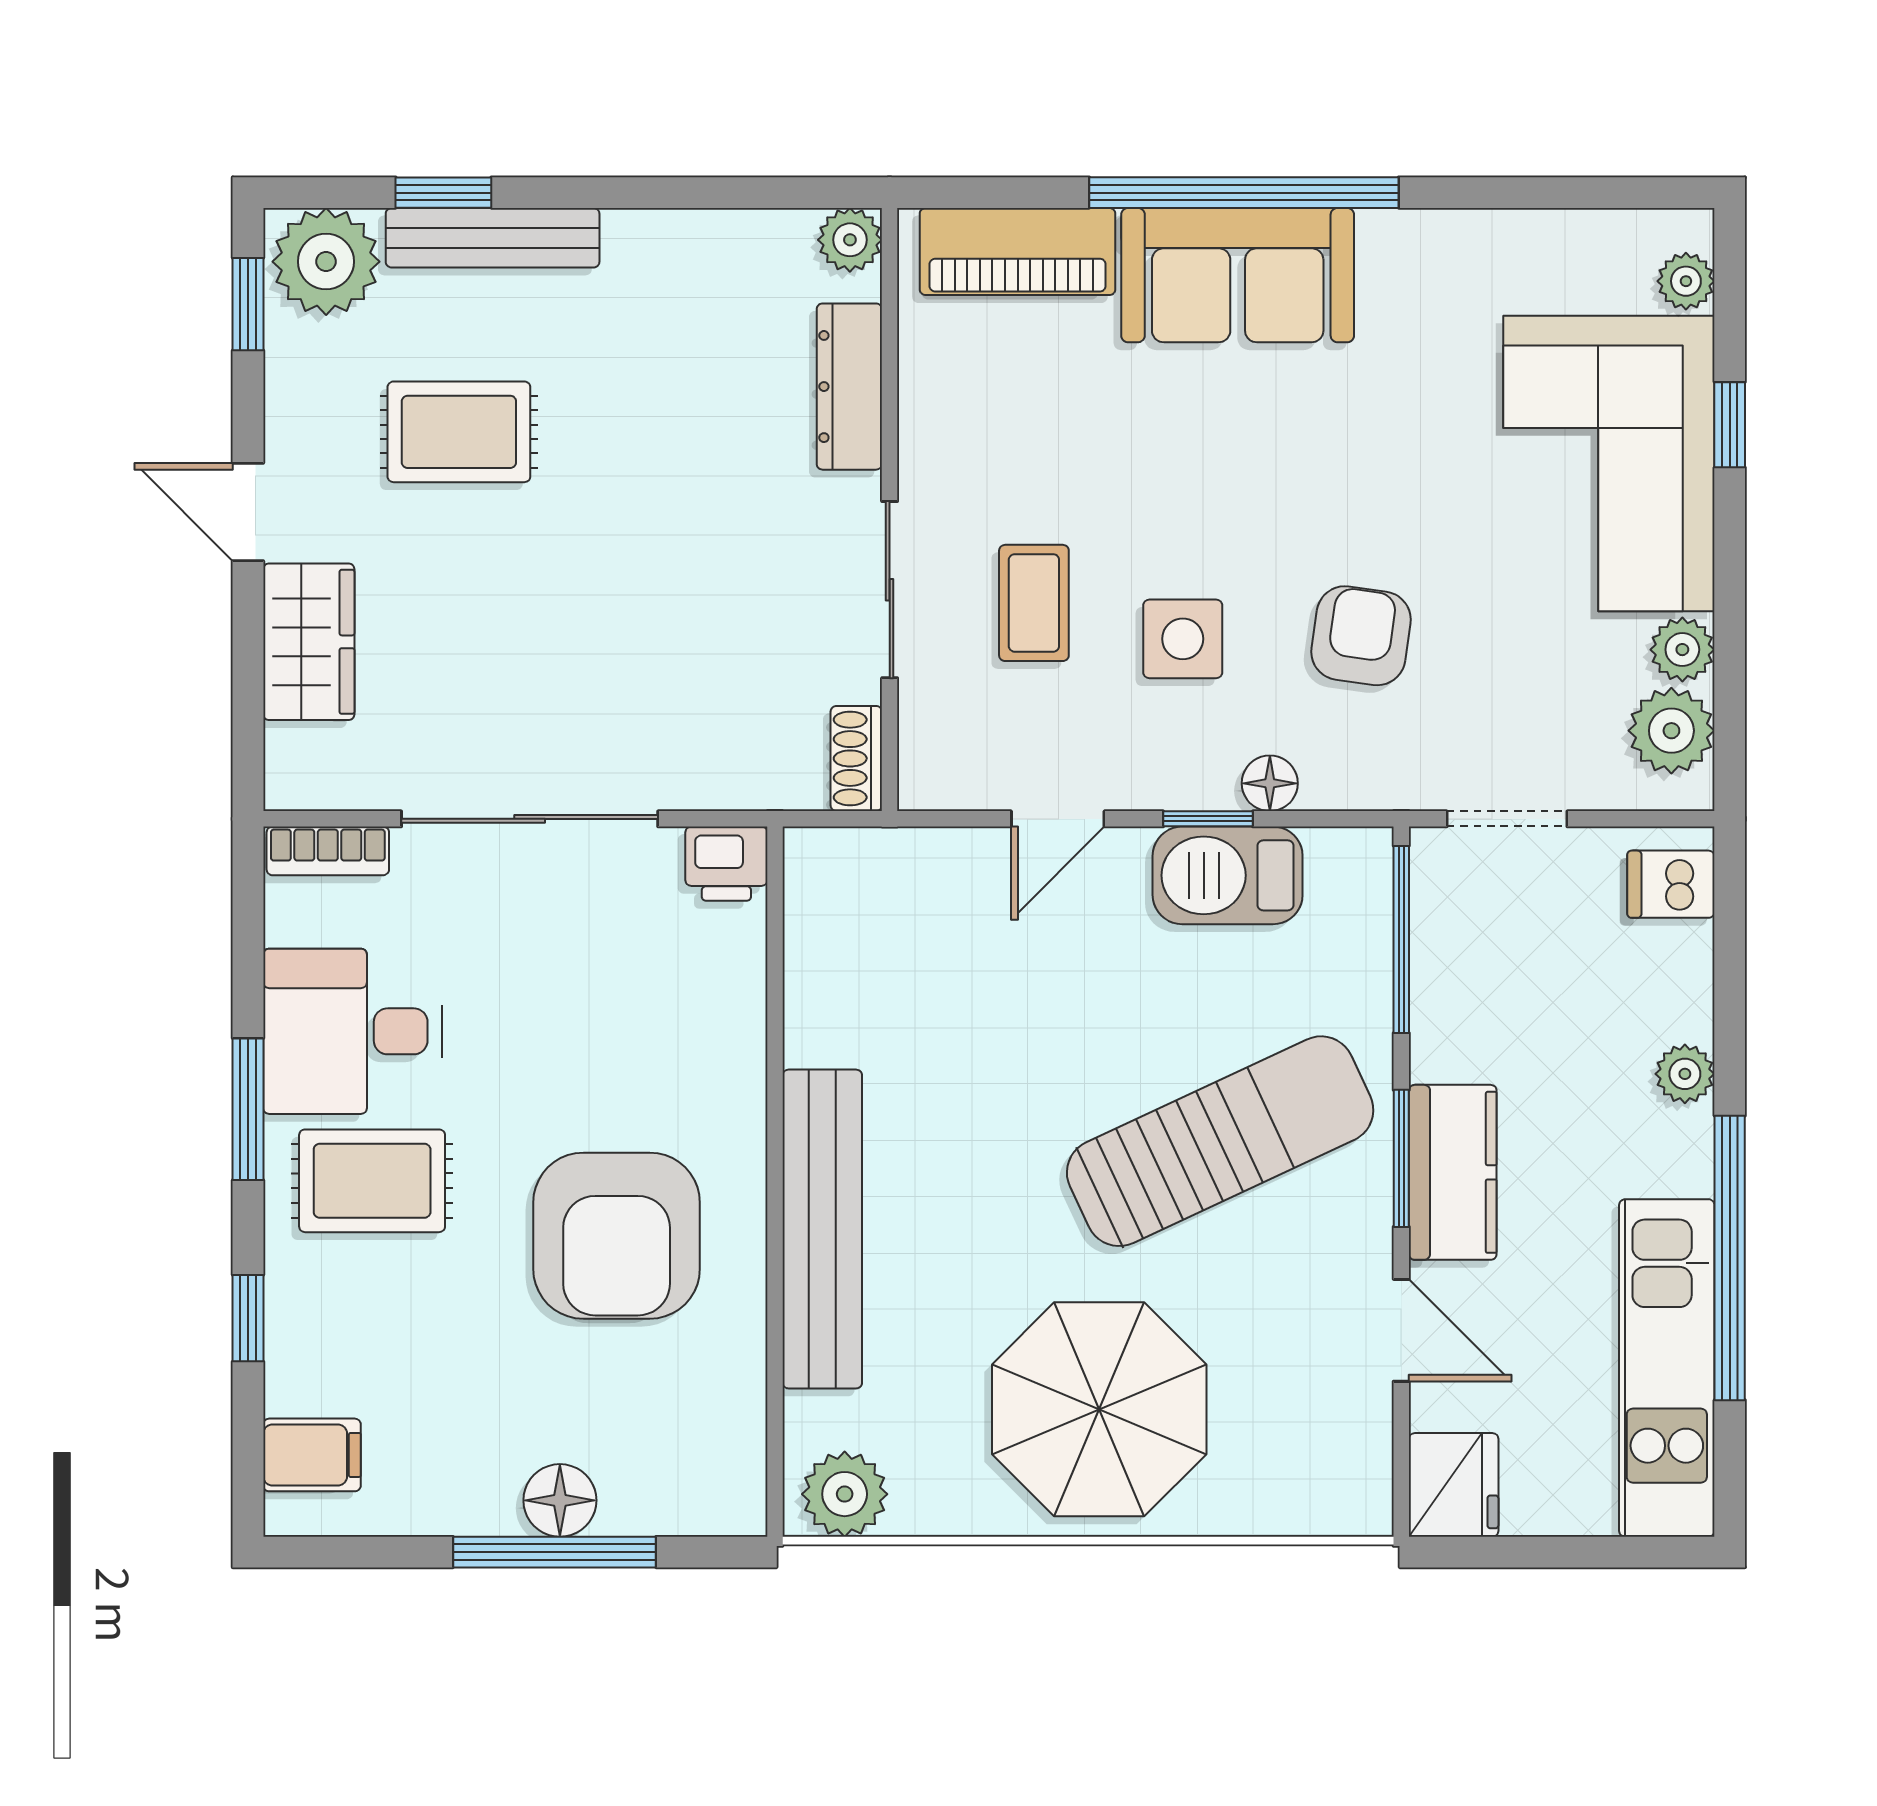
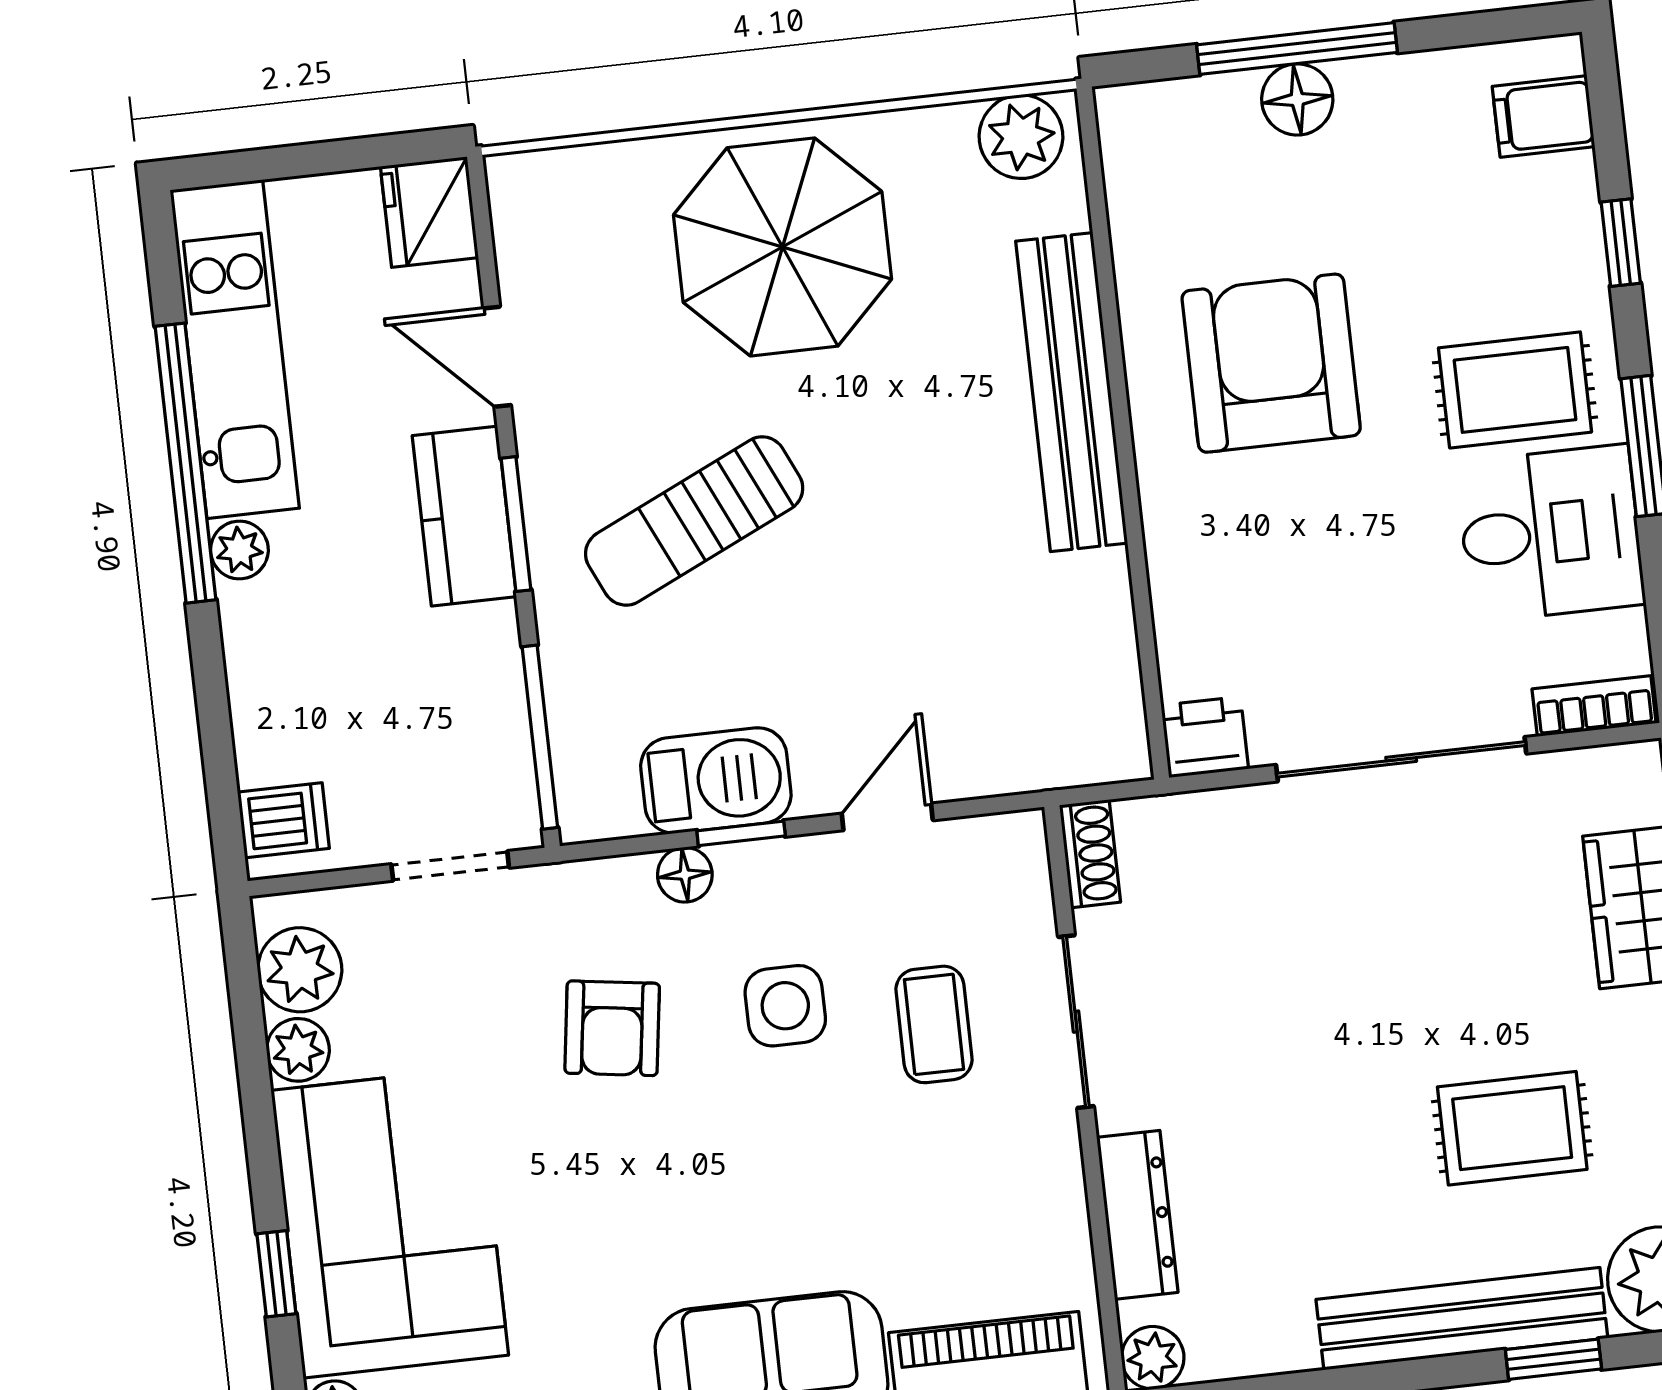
bench: (493, 238) -> (1462, 1319), width x1.37, depth x1.21
plant: (1685, 1074) -> (239, 550), moved
sun lounger: (1220, 1141) -> (694, 521), width x0.73, depth x0.75

